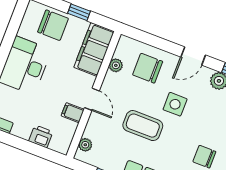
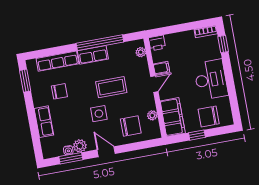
door: (193, 56) -> (106, 152), hinge flipped
door: (92, 99) -> (154, 84), swing flipped
printer: (41, 136) -> (157, 43), moved

